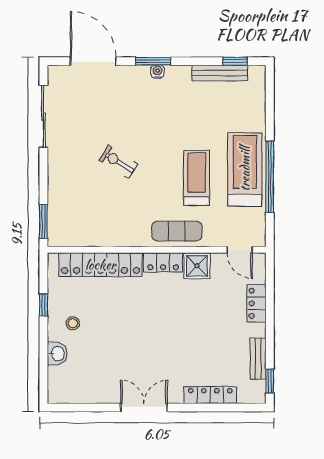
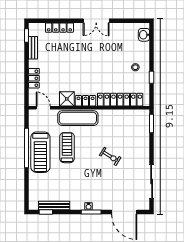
treadmill: (197, 178) -> (67, 148), turned 180
exercise mat: (177, 231) -> (78, 118), width x1.36, depth x1.45
washbasin: (57, 354) -> (144, 35), moved

